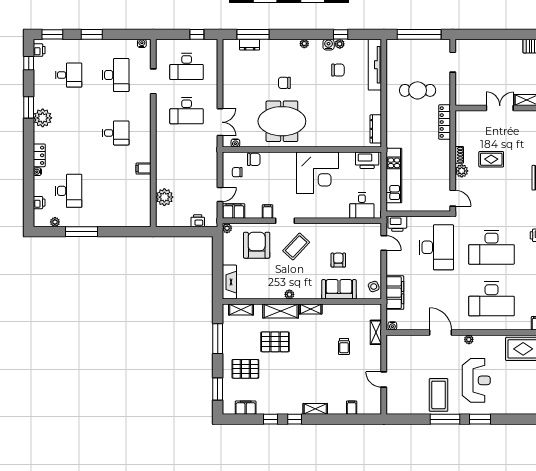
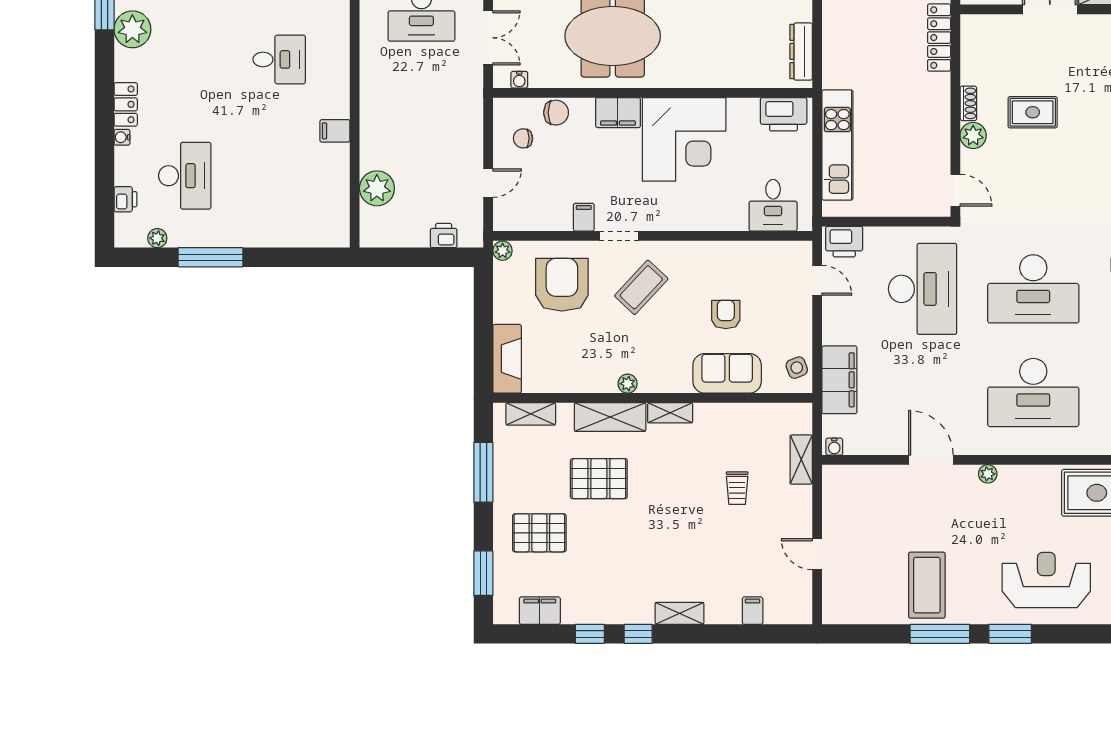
filing cabinet: (233, 211) -> (618, 113), moved, turned 180
reception desk: (476, 380) -> (1046, 580), moved, turned -90

